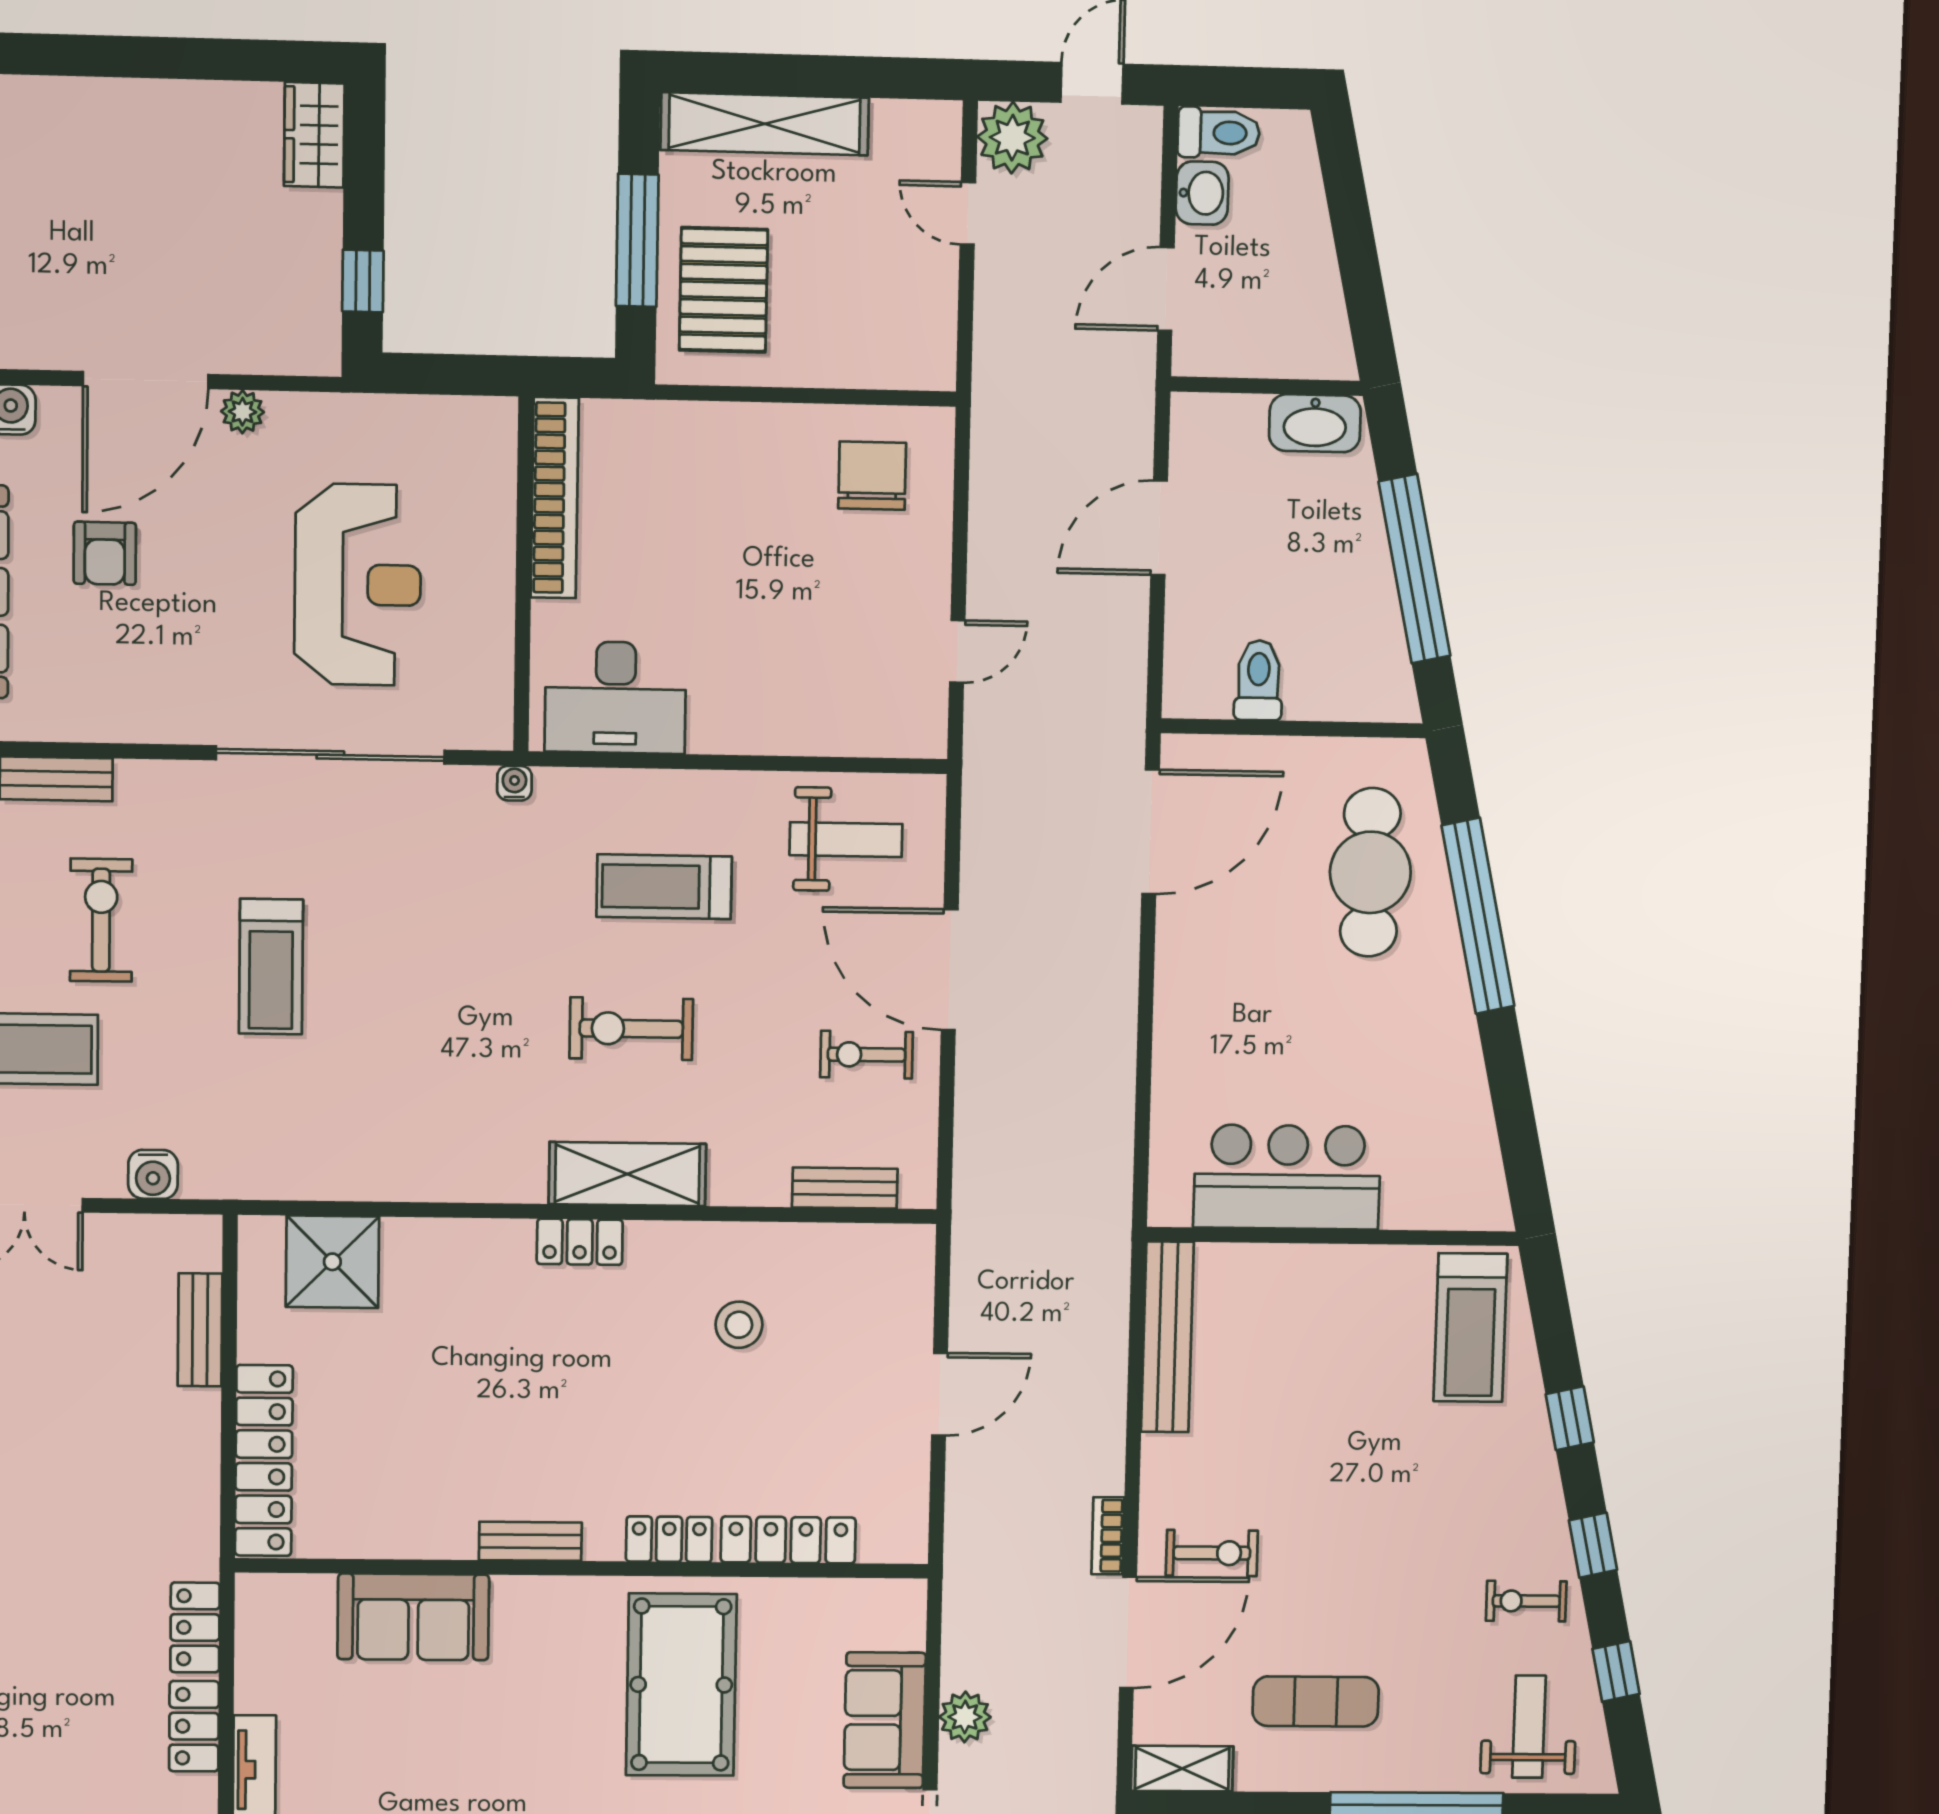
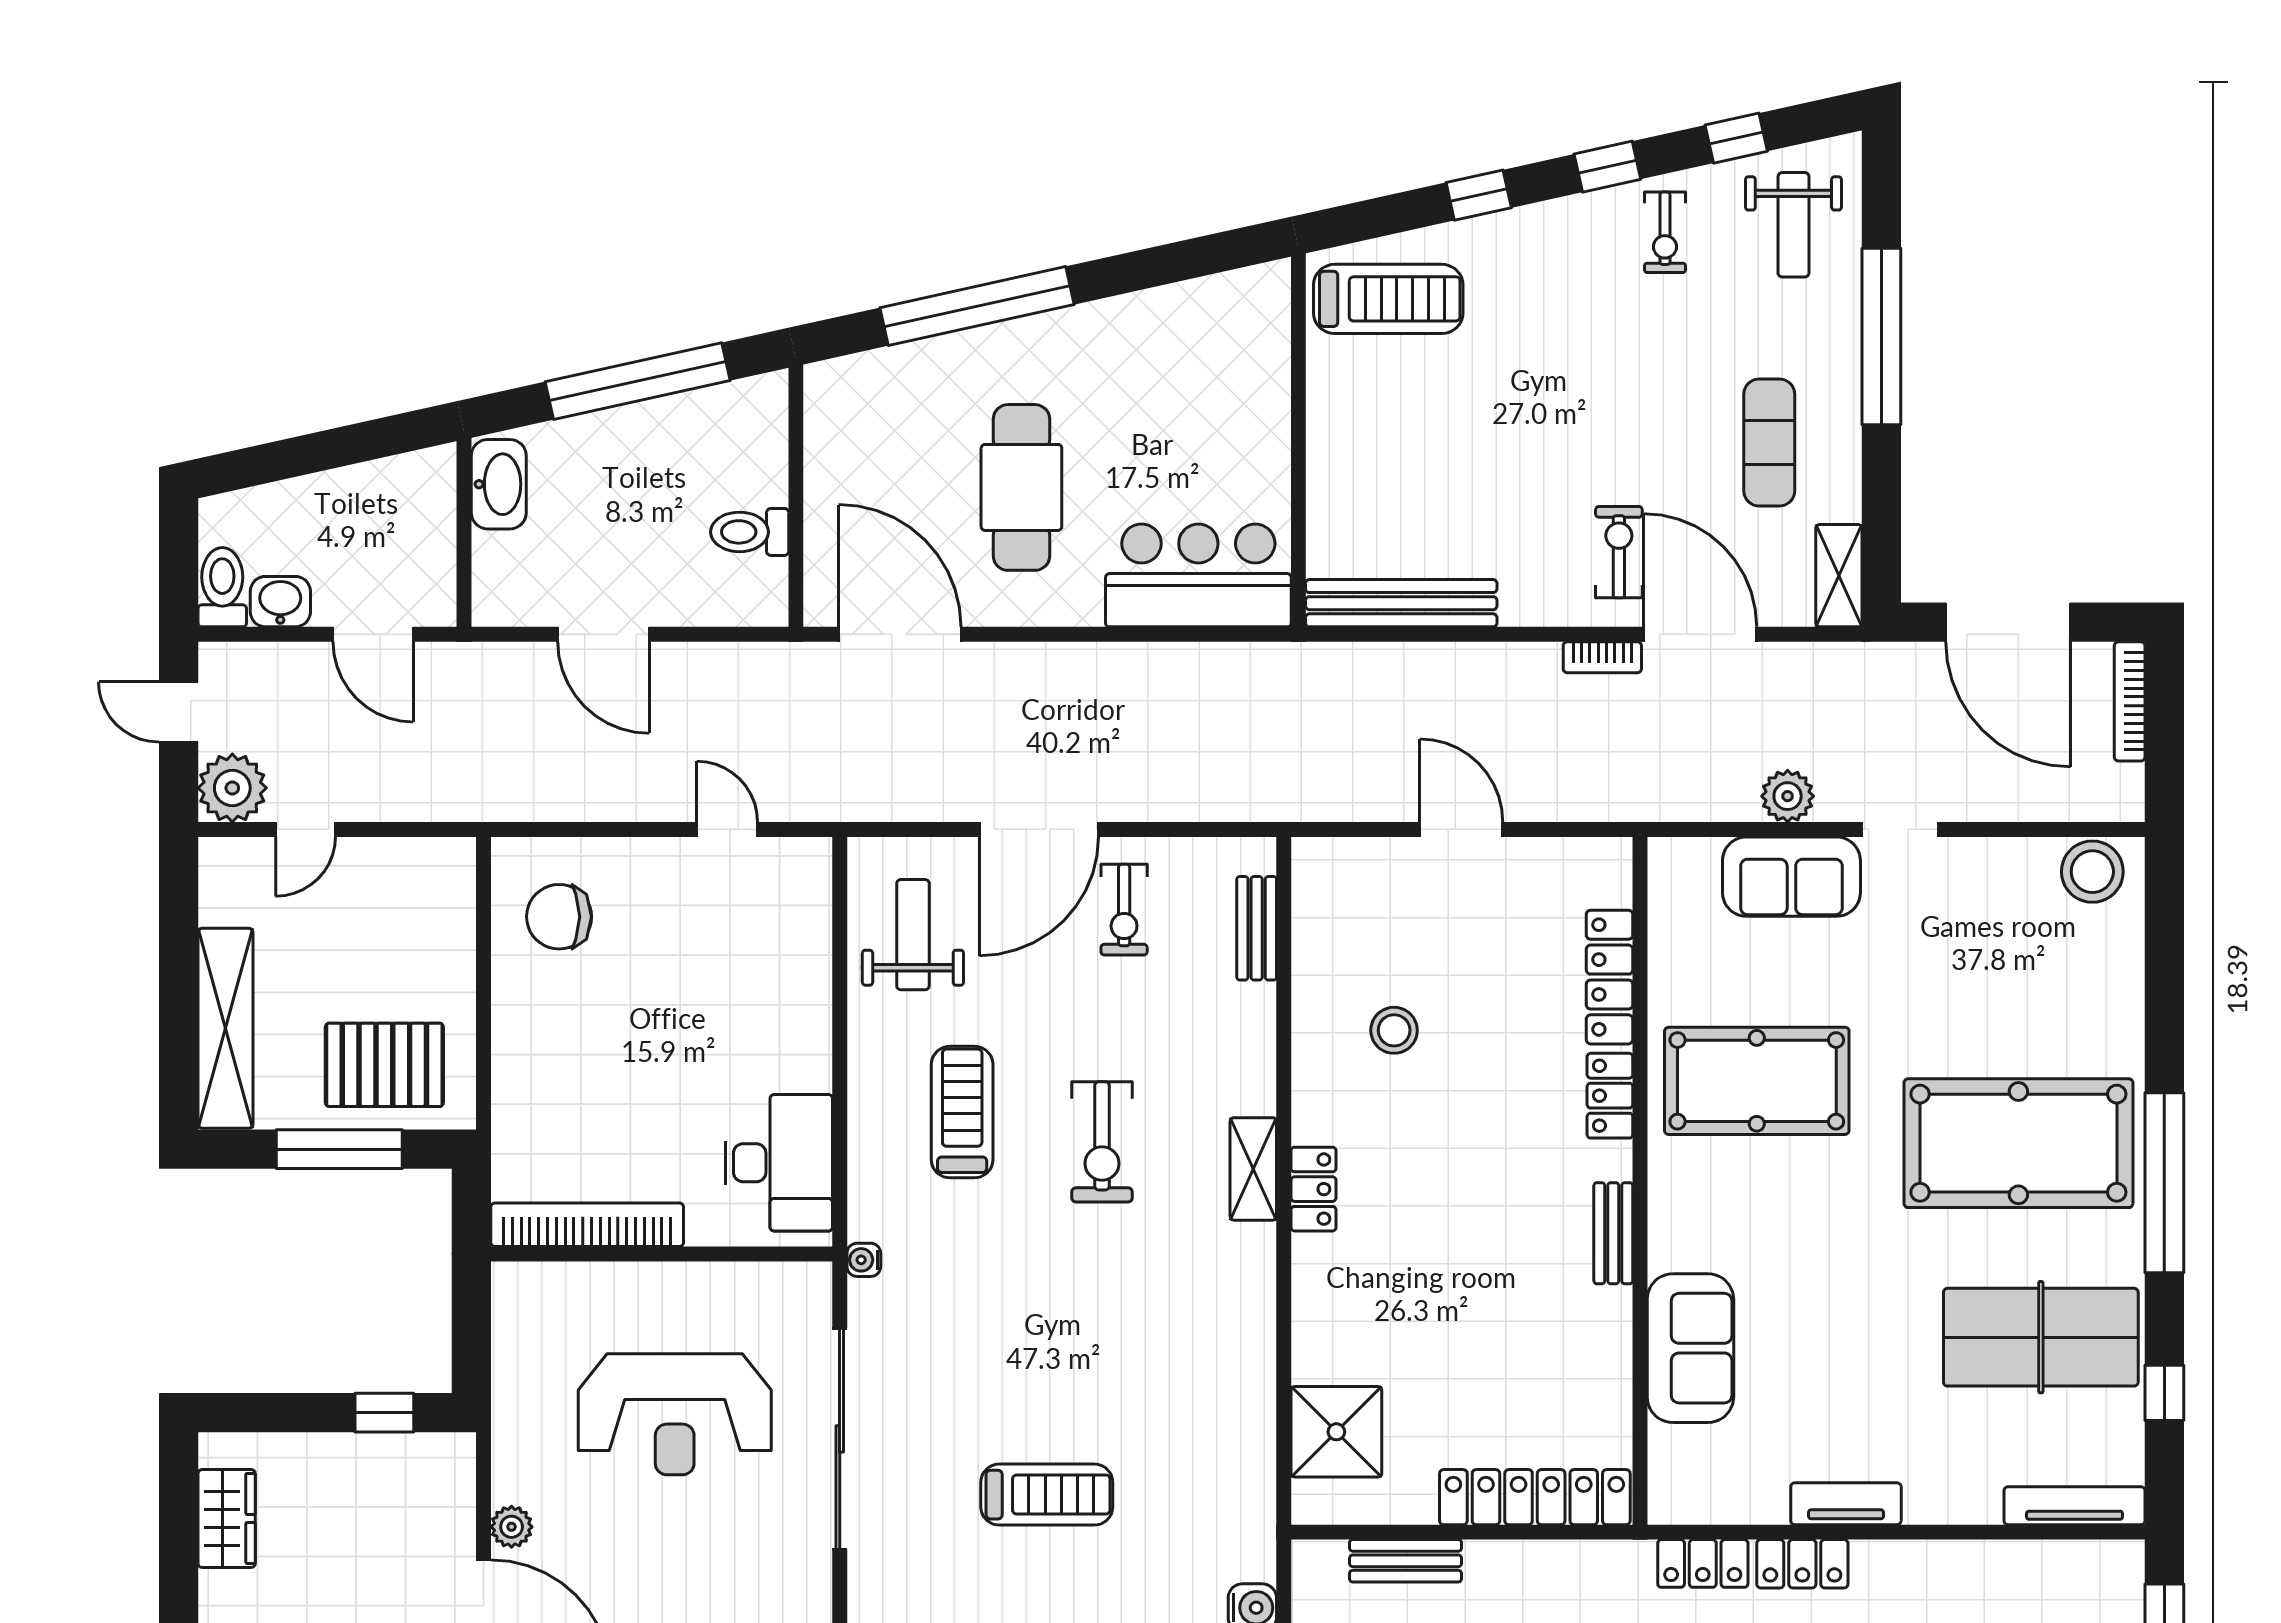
wardrobe: (314, 135) -> (227, 1518), moved, turned -90
reception desk: (358, 585) -> (675, 1414), turned 180
cafe table: (1370, 872) -> (1021, 487), moved, turned 90
treadmill: (664, 887) -> (962, 1112), turned 180
shelving: (627, 1174) -> (1253, 1169), width x0.67, depth x0.75
bar counter: (1287, 1177) -> (1198, 575), moved, turned 90
weight bench: (1529, 1727) -> (1793, 225), turned -90

